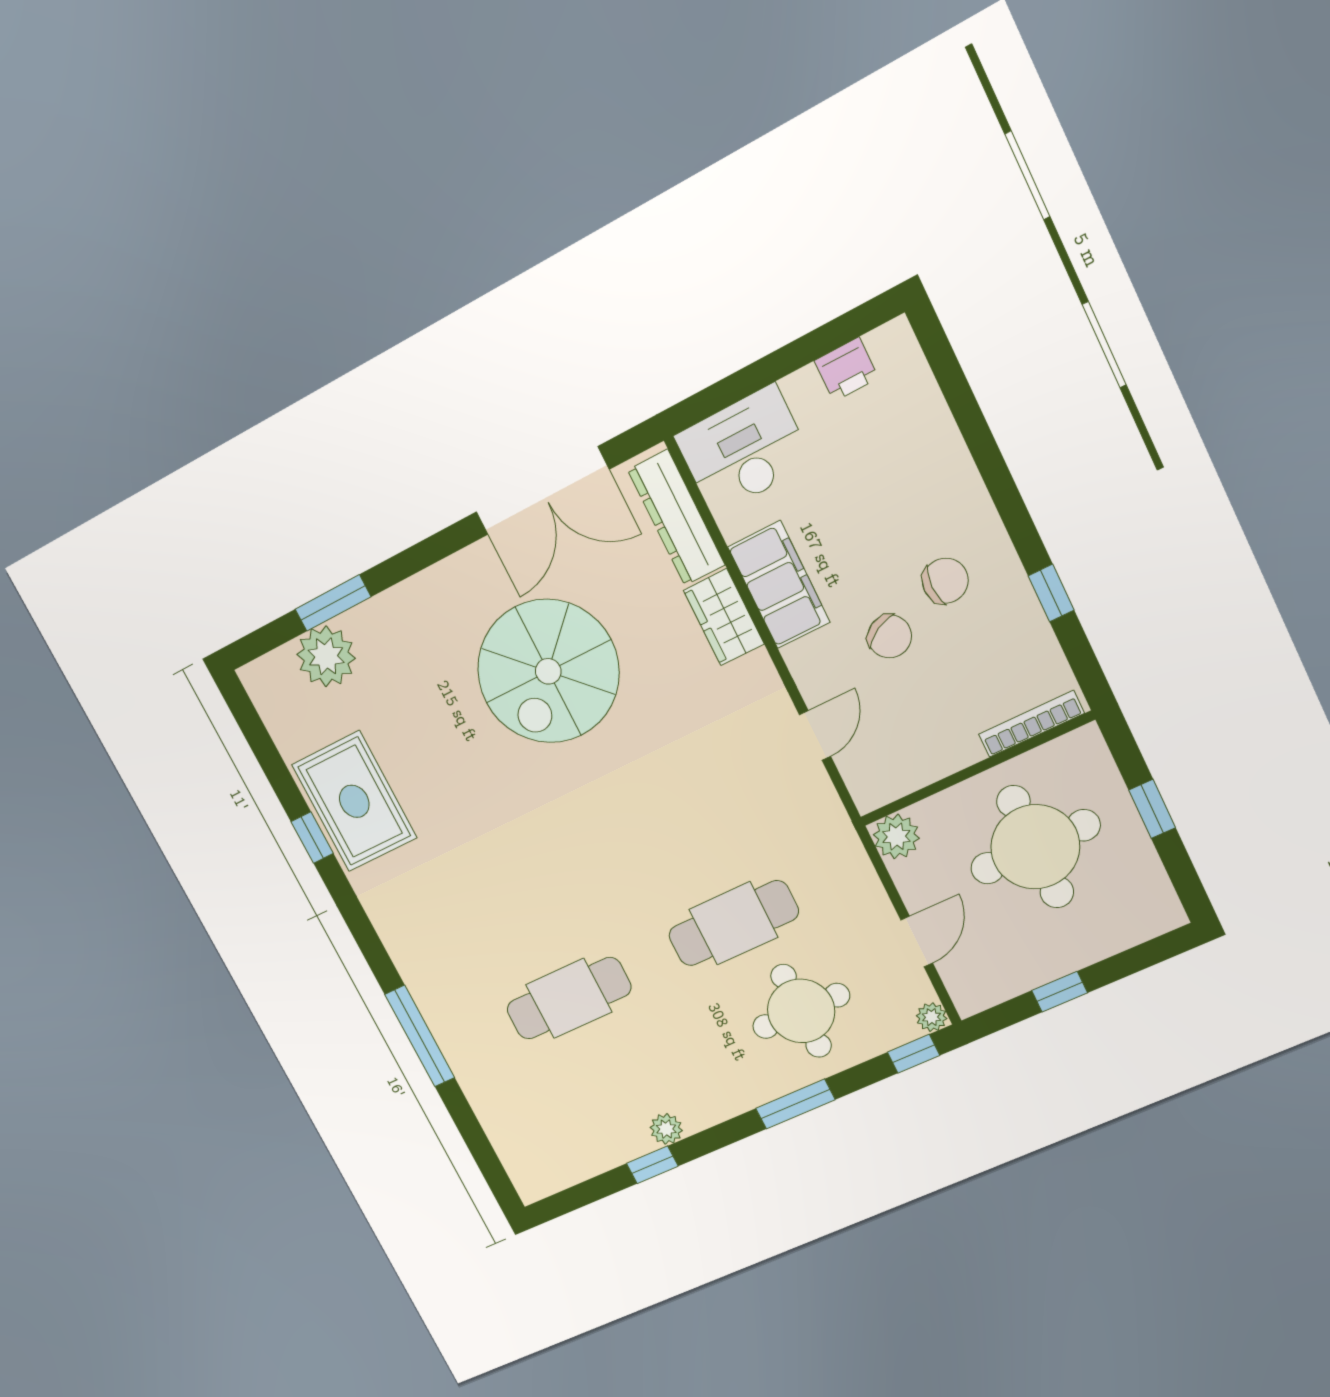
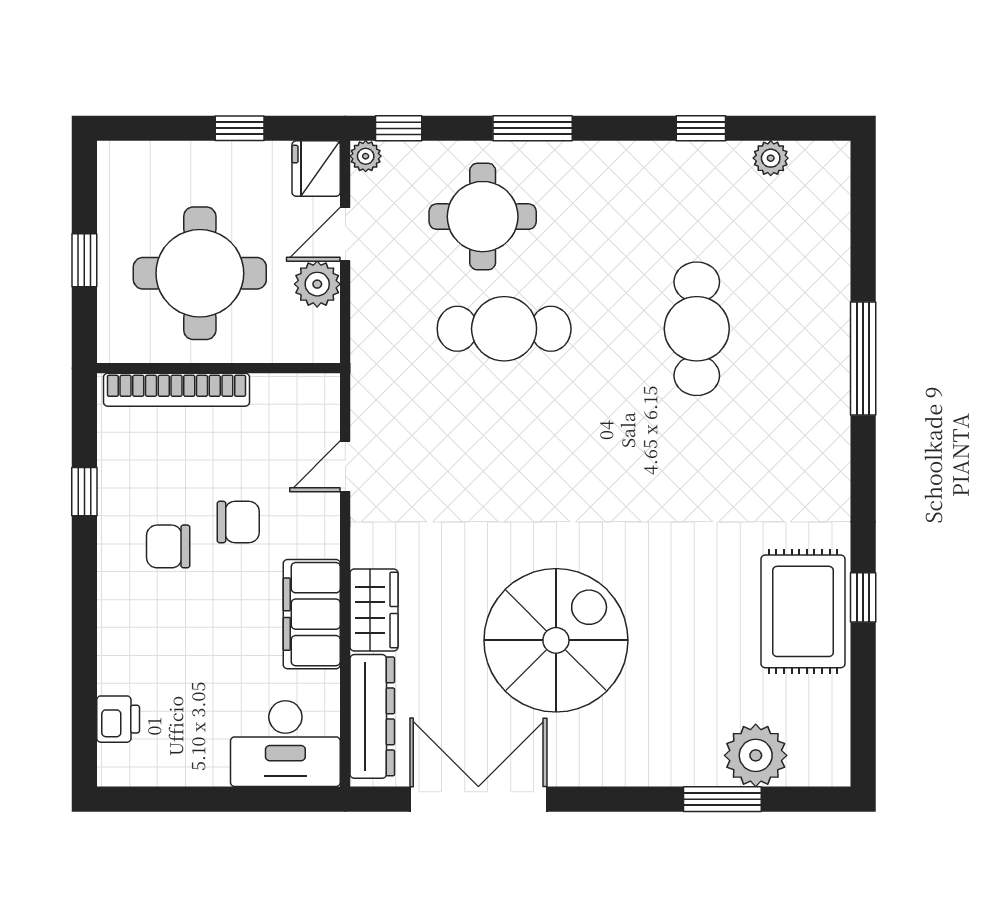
printer: (846, 369) -> (118, 719), moved, turned 90
chair: (890, 636) -> (238, 522), turned 119
bookcase: (1031, 724) -> (176, 390), width x1.48, depth x1.31
plant: (896, 837) -> (317, 284), moved
fridge: (971, 987) -> (316, 169), added
cafe table: (569, 998) -> (697, 329), turned 90
plant: (666, 1129) -> (771, 158), moved

